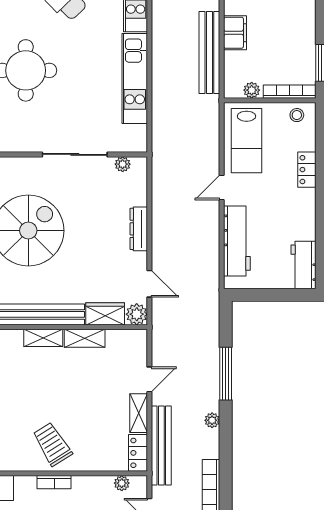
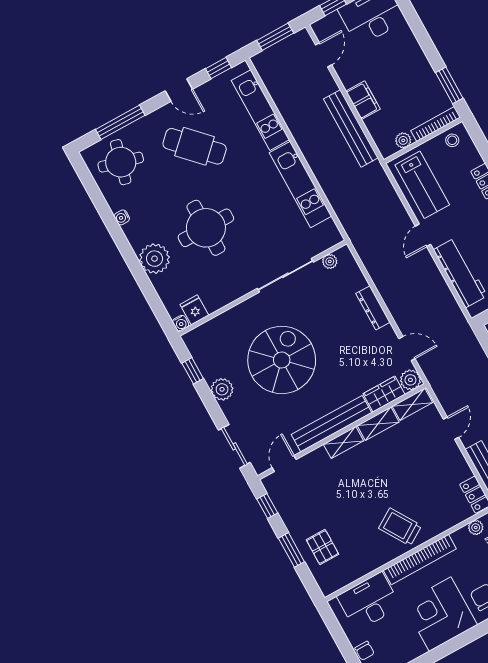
shelving: (139, 413) -> (412, 404), moved, turned 90
bookcase: (54, 482) -> (420, 560), width x2.31, depth x1.31

